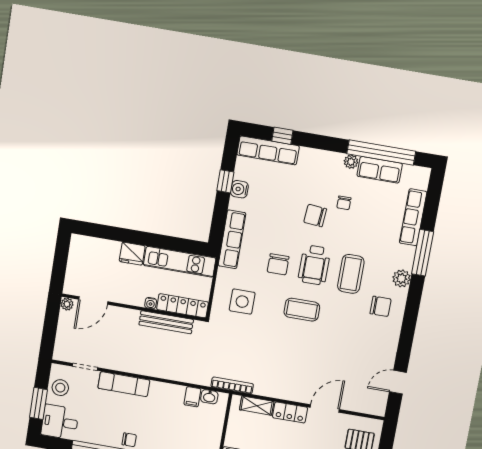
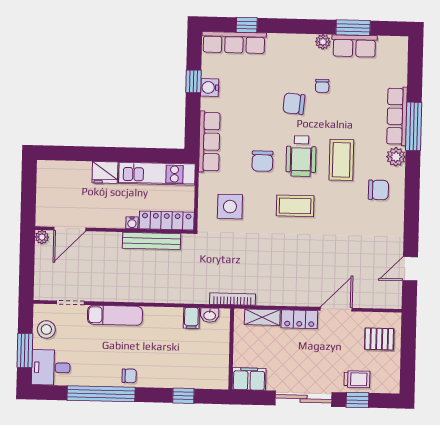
window: (381, 153) -> (353, 28), width x0.47
row of seats: (413, 217) -> (397, 116), moved

